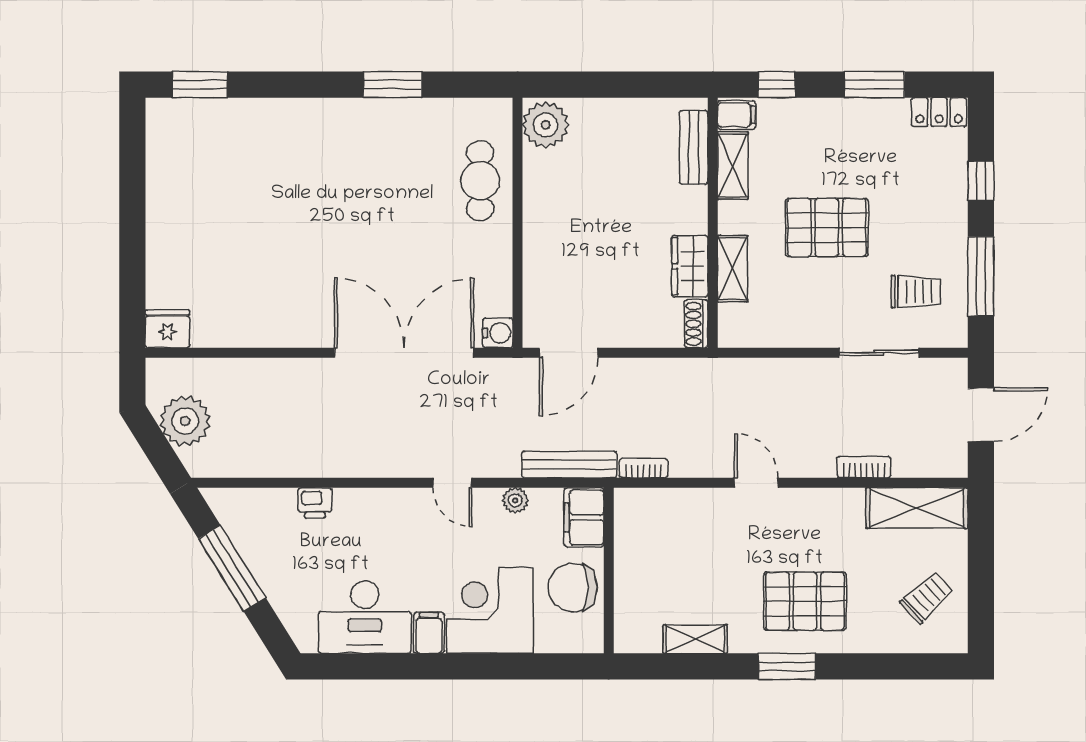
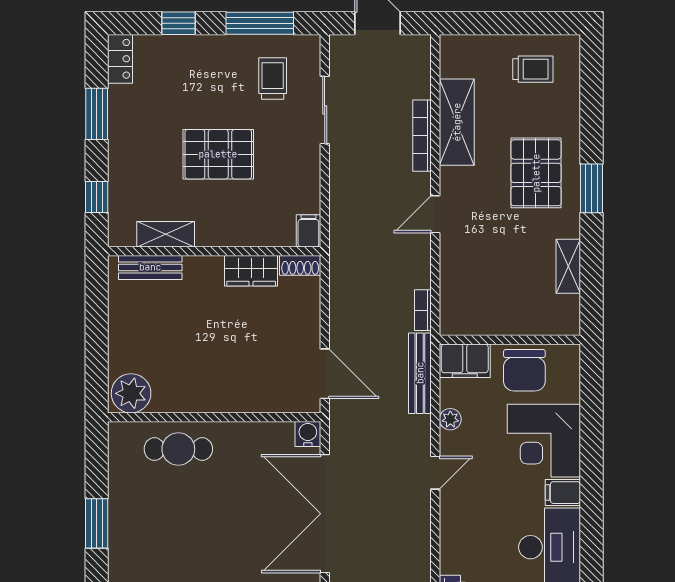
filing cabinet: (737, 115) -> (308, 231), moved
pallet: (827, 228) -> (218, 154), turned 90
shelving: (733, 269) -> (253, 234), removed
bookcase: (864, 467) -> (422, 136), width x1.56
shelving: (917, 508) -> (457, 122), moved
trolley: (927, 597) -> (533, 69), turned 133

